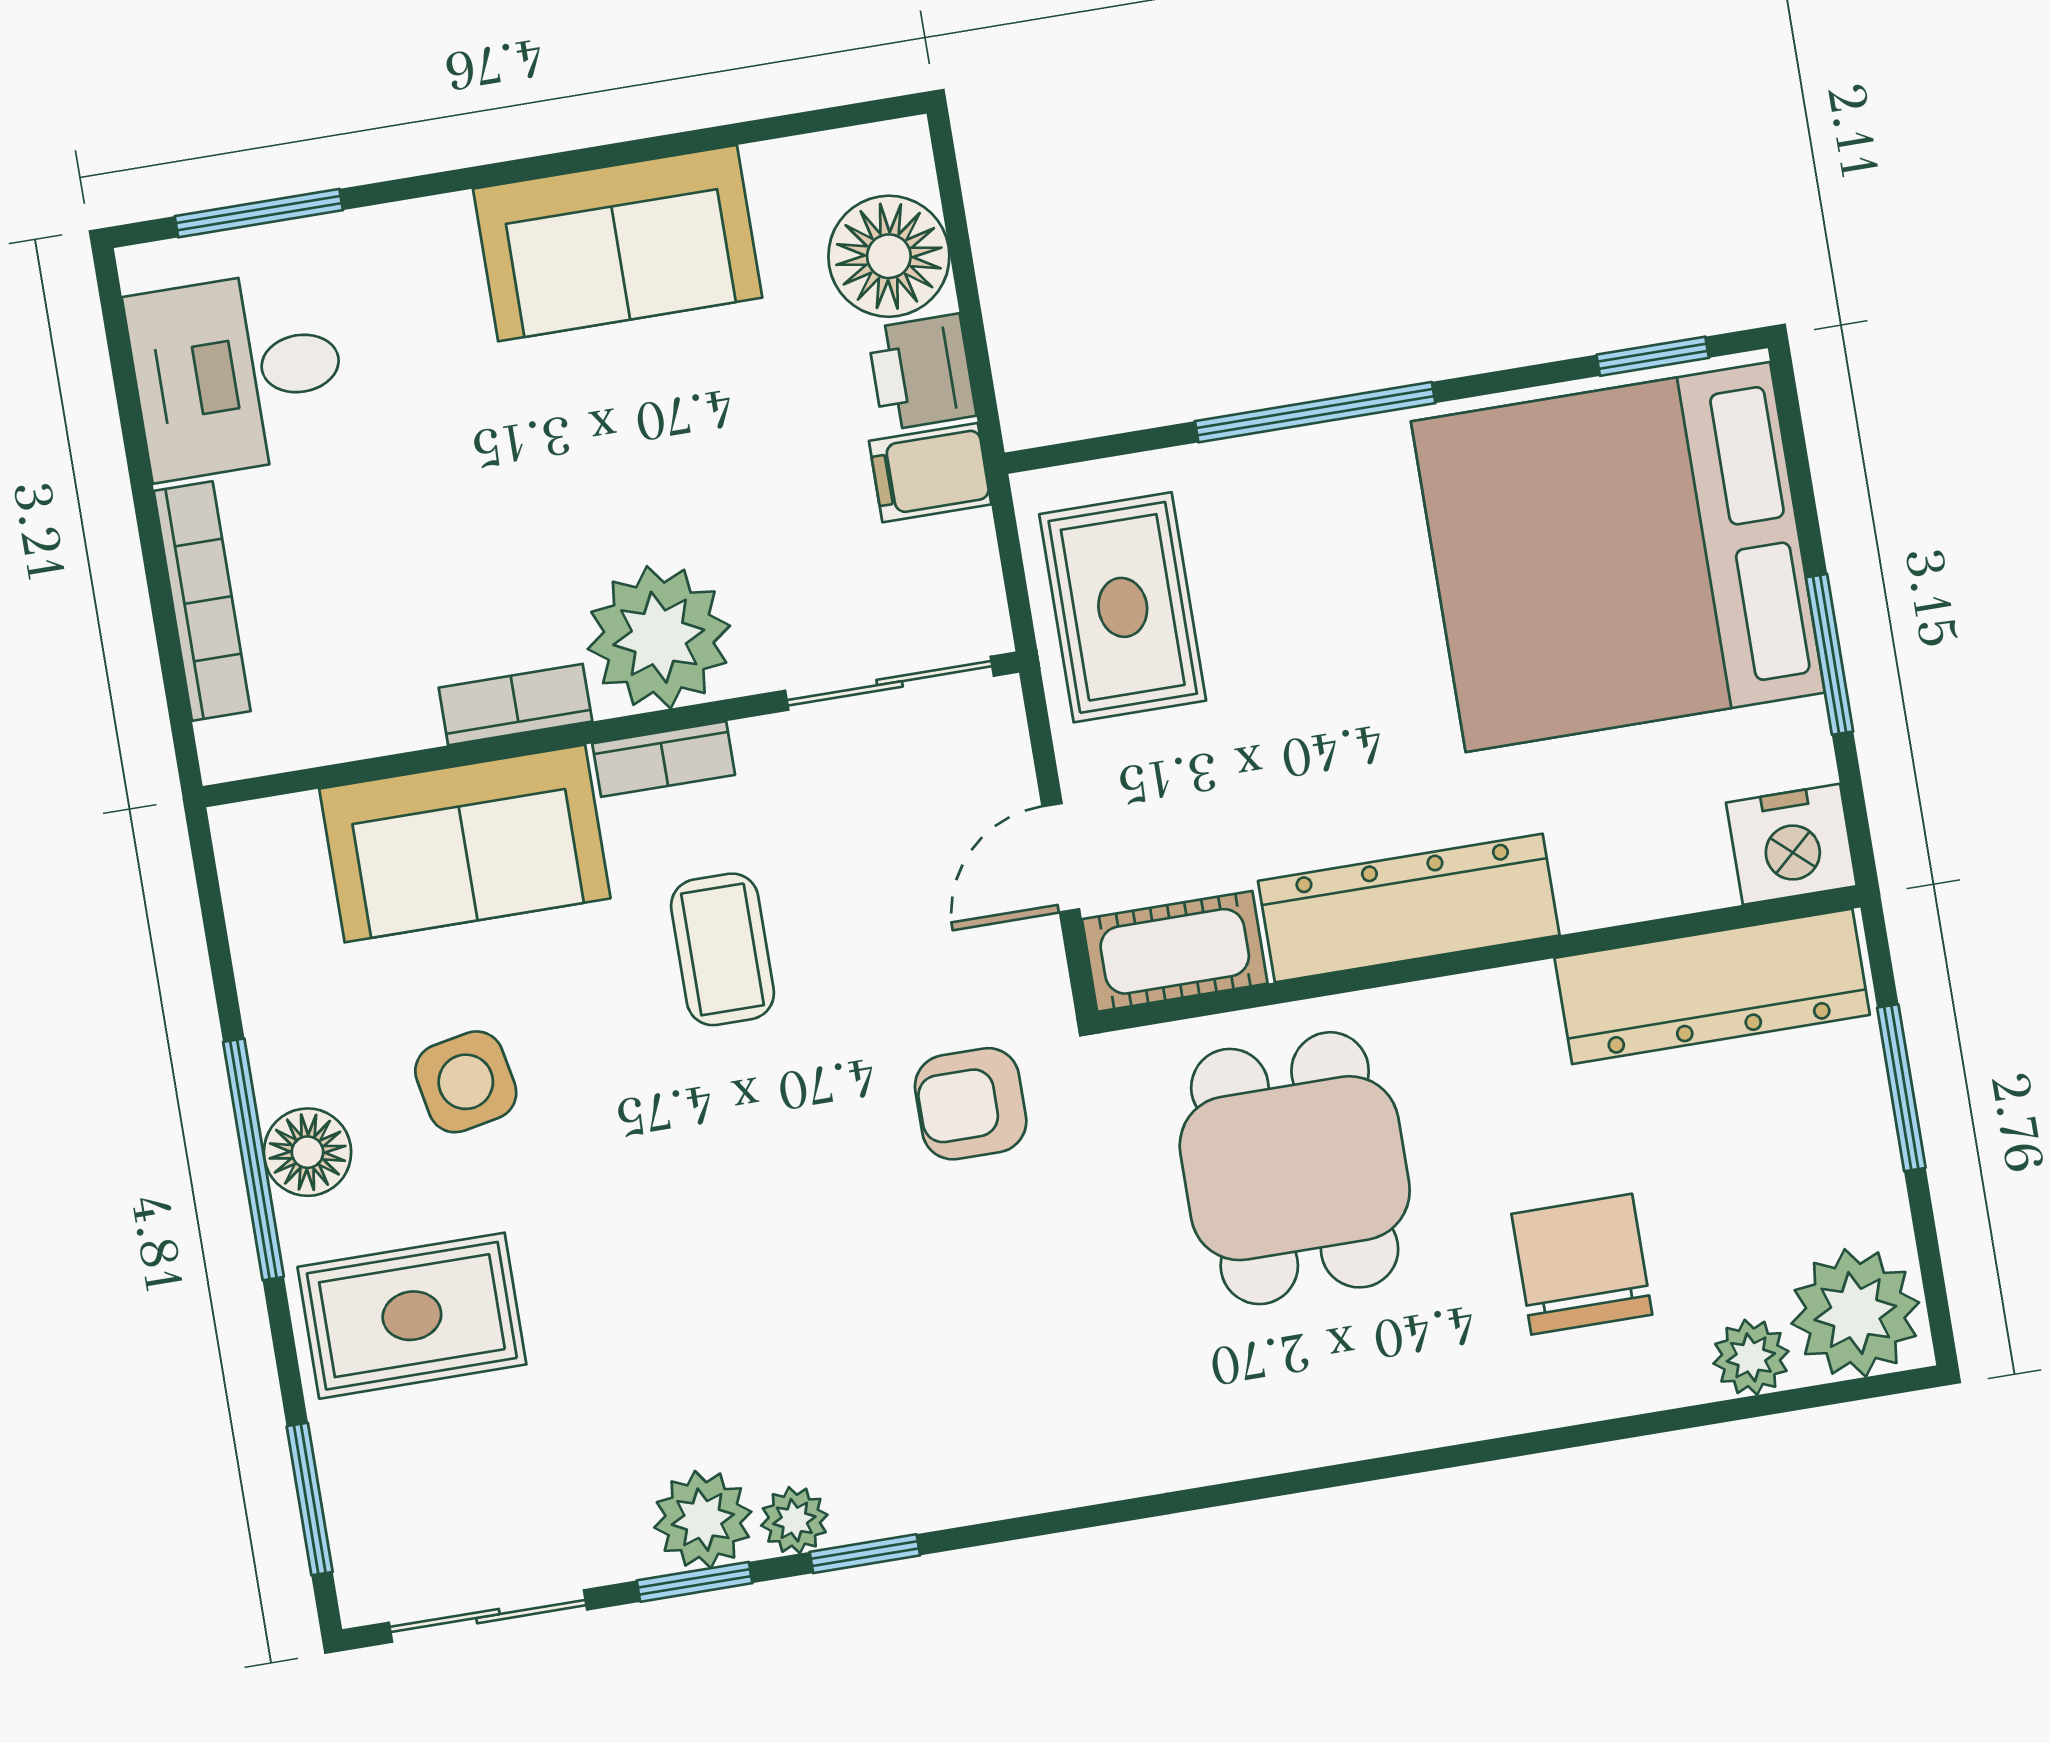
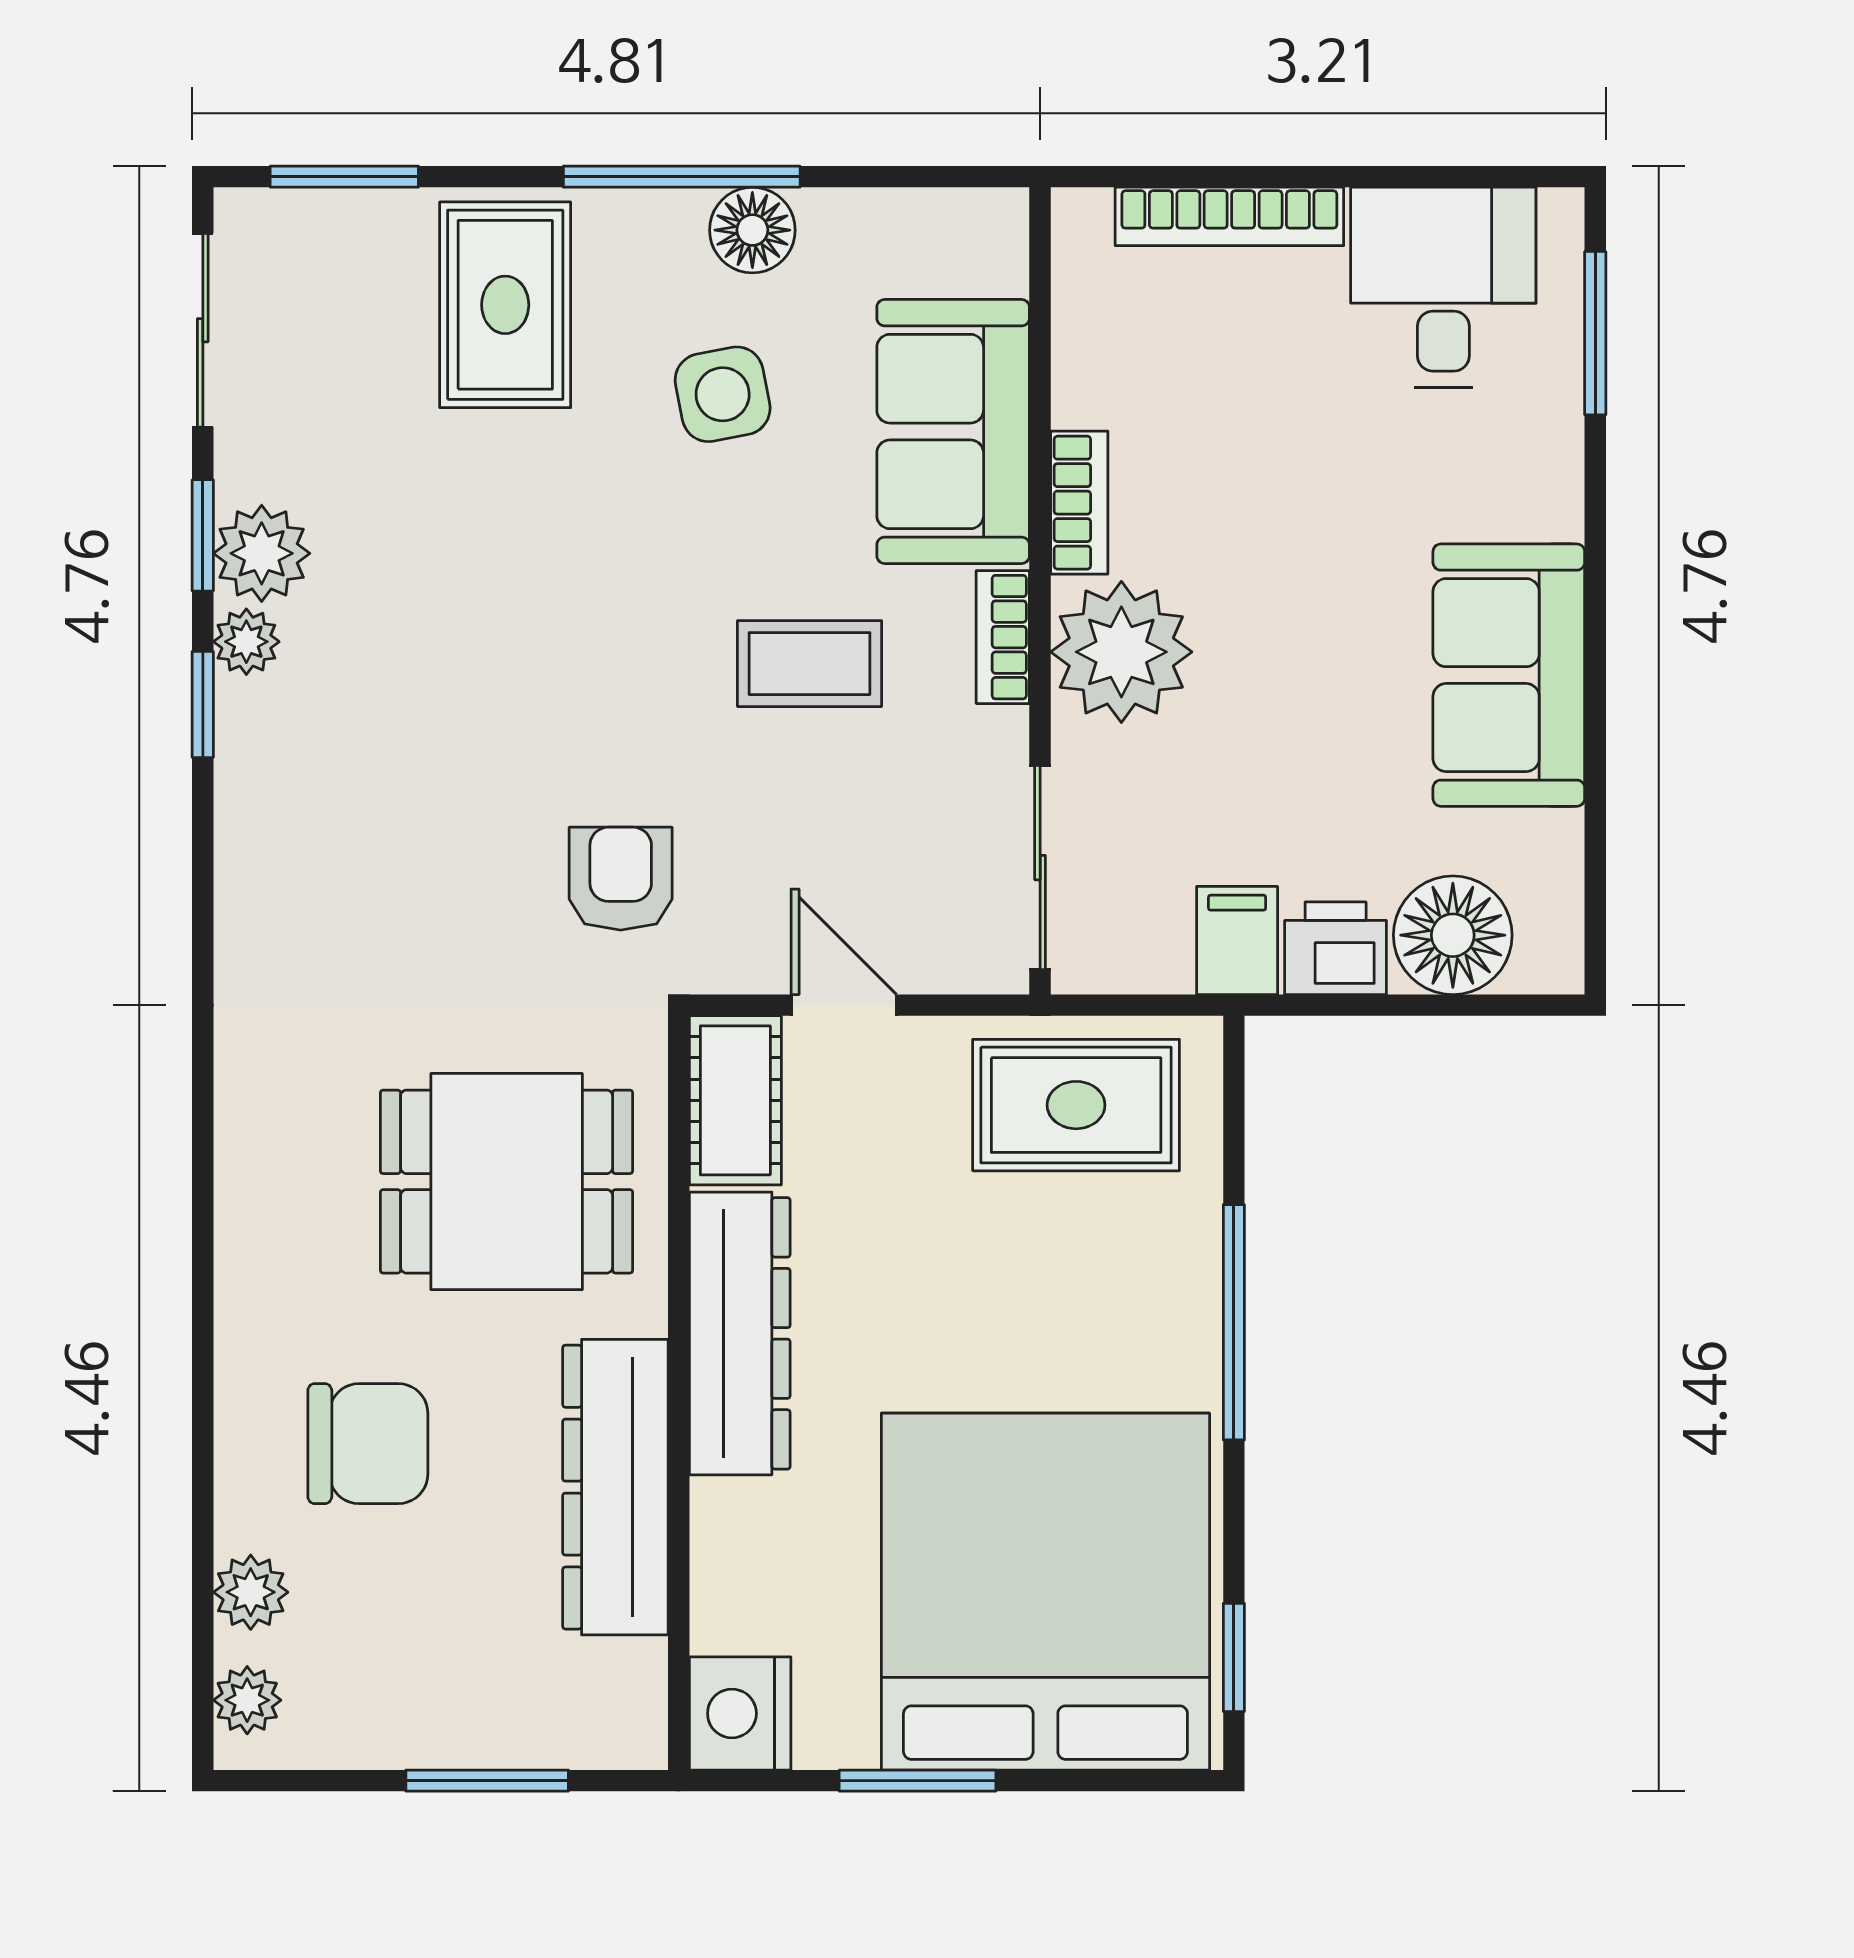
dresser: (1712, 986) -> (615, 1487), moved
floor lamp: (307, 1152) -> (752, 230), moved
plant: (1855, 1313) -> (247, 1700), width x0.53, depth x0.53

